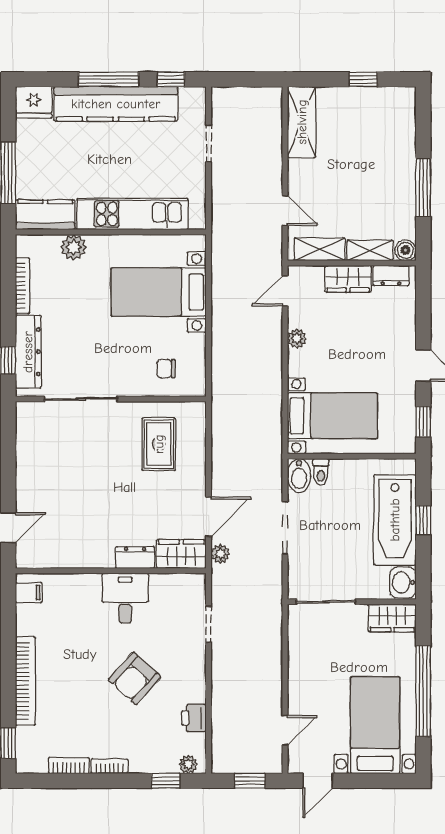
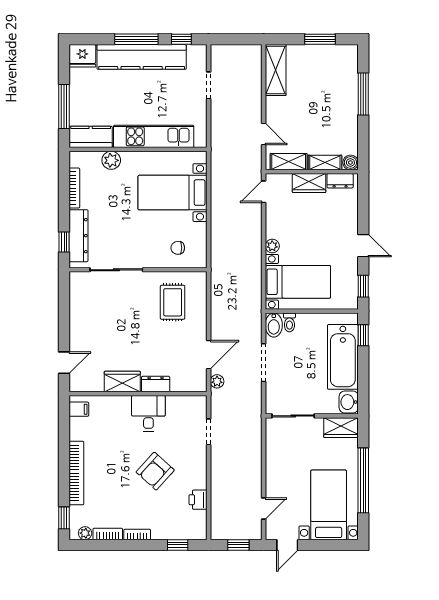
window: (363, 79) -> (320, 39), width x1.50
window: (423, 188) -> (363, 94), moved
plant: (297, 339) -> (272, 246), moved
window: (423, 520) -> (363, 335), moved
wardrobe: (181, 554) -> (122, 381), moved
plant: (188, 764) -> (85, 533), moved

